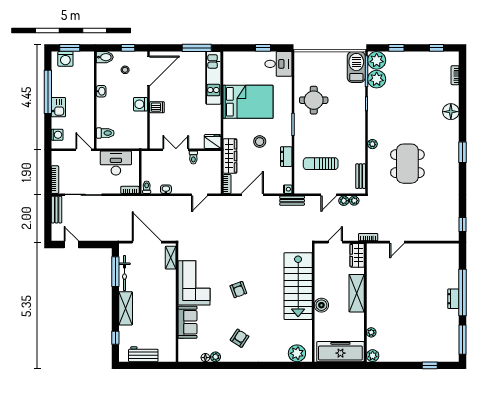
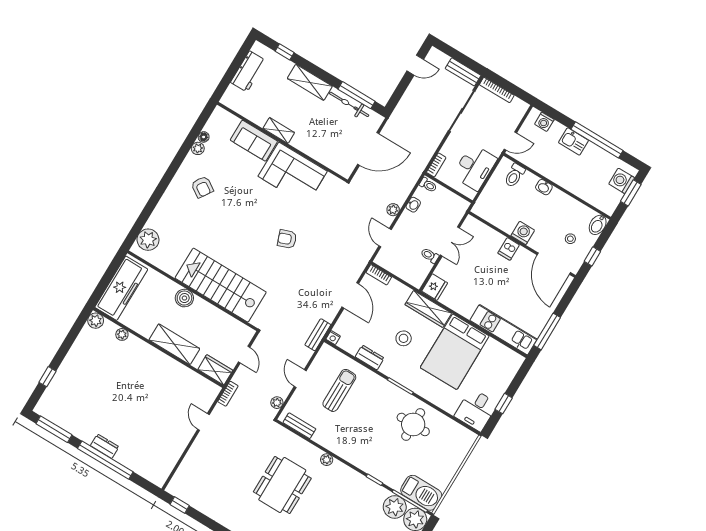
washbasin: (101, 91) -> (544, 187), moved
wardrobe: (230, 156) -> (428, 309), moved
dining table: (407, 164) -> (282, 485), turned 90
plant: (344, 201) -> (393, 210), moved
shelving: (171, 258) -> (279, 130), moved
armchair: (238, 290) -> (287, 239), moved

